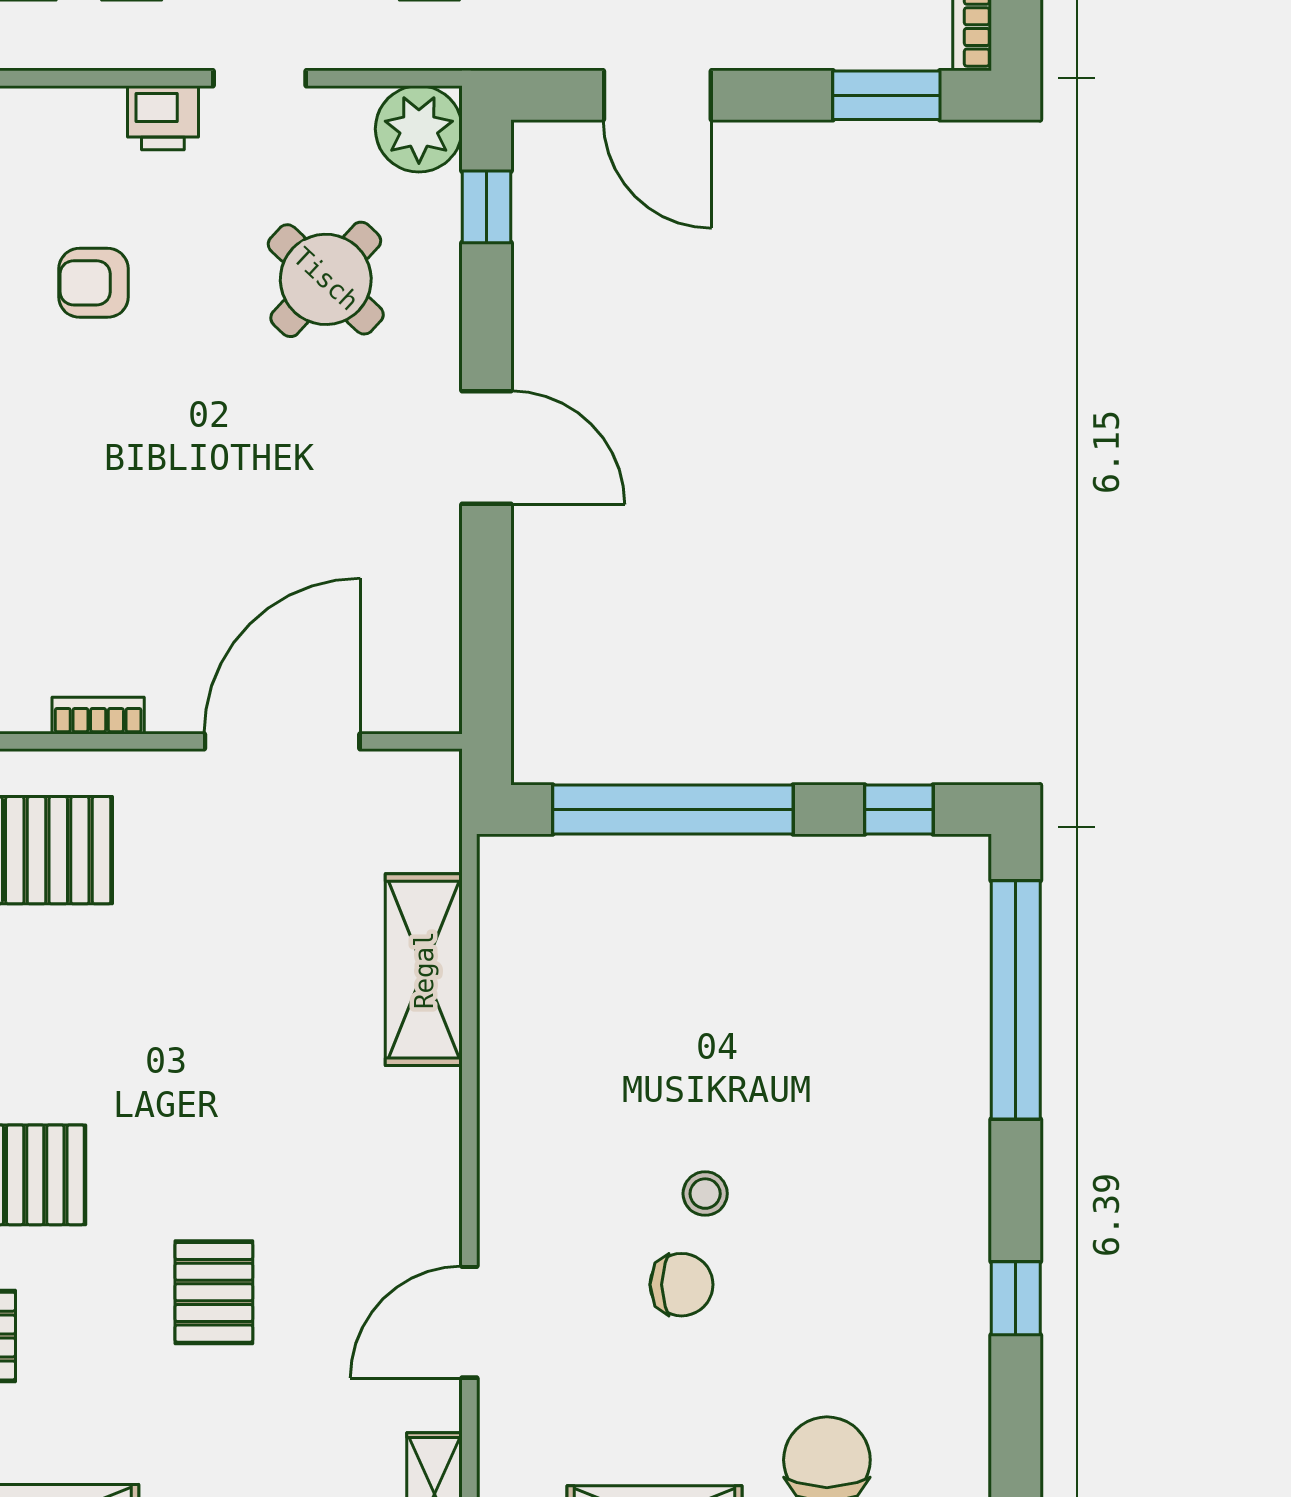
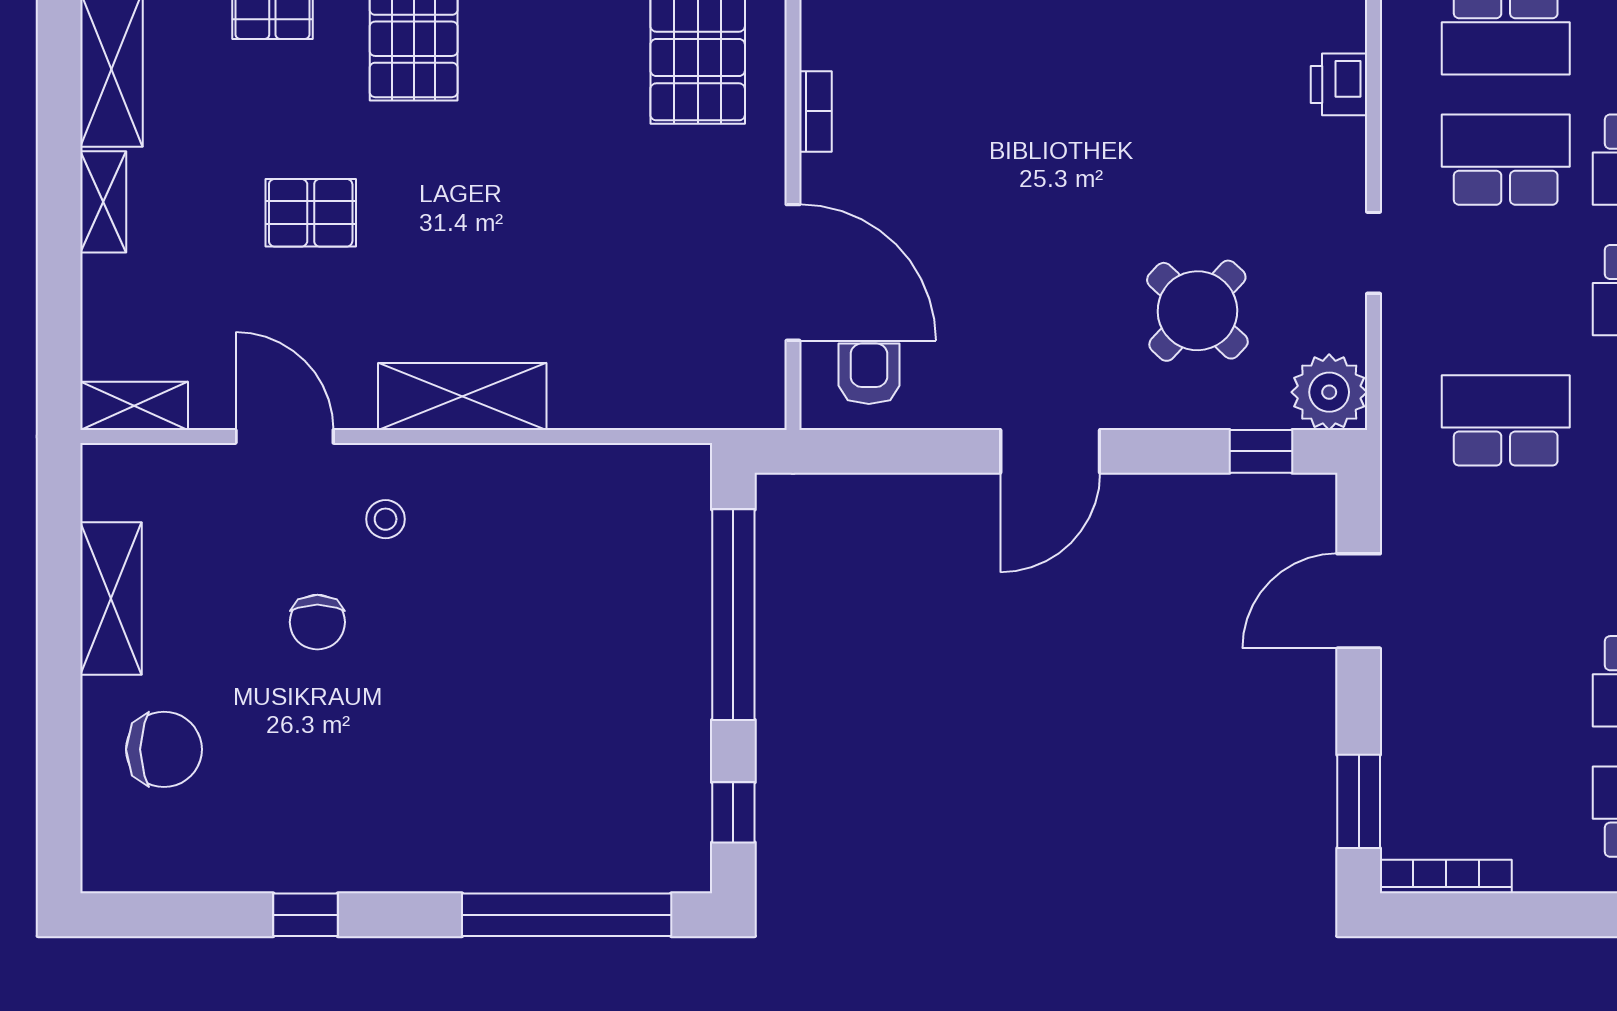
printer: (163, 118) -> (1339, 84), moved
armchair: (93, 283) -> (869, 374), moved
shelving: (424, 970) -> (462, 396), moved
stool: (705, 1194) -> (386, 519), moved

